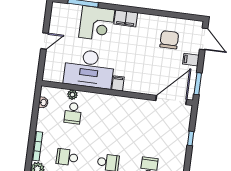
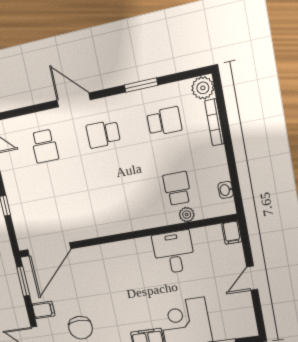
desk: (89, 69) -> (174, 252), width x0.53, depth x0.77
filing cabinet: (118, 83) -> (232, 233), moved

